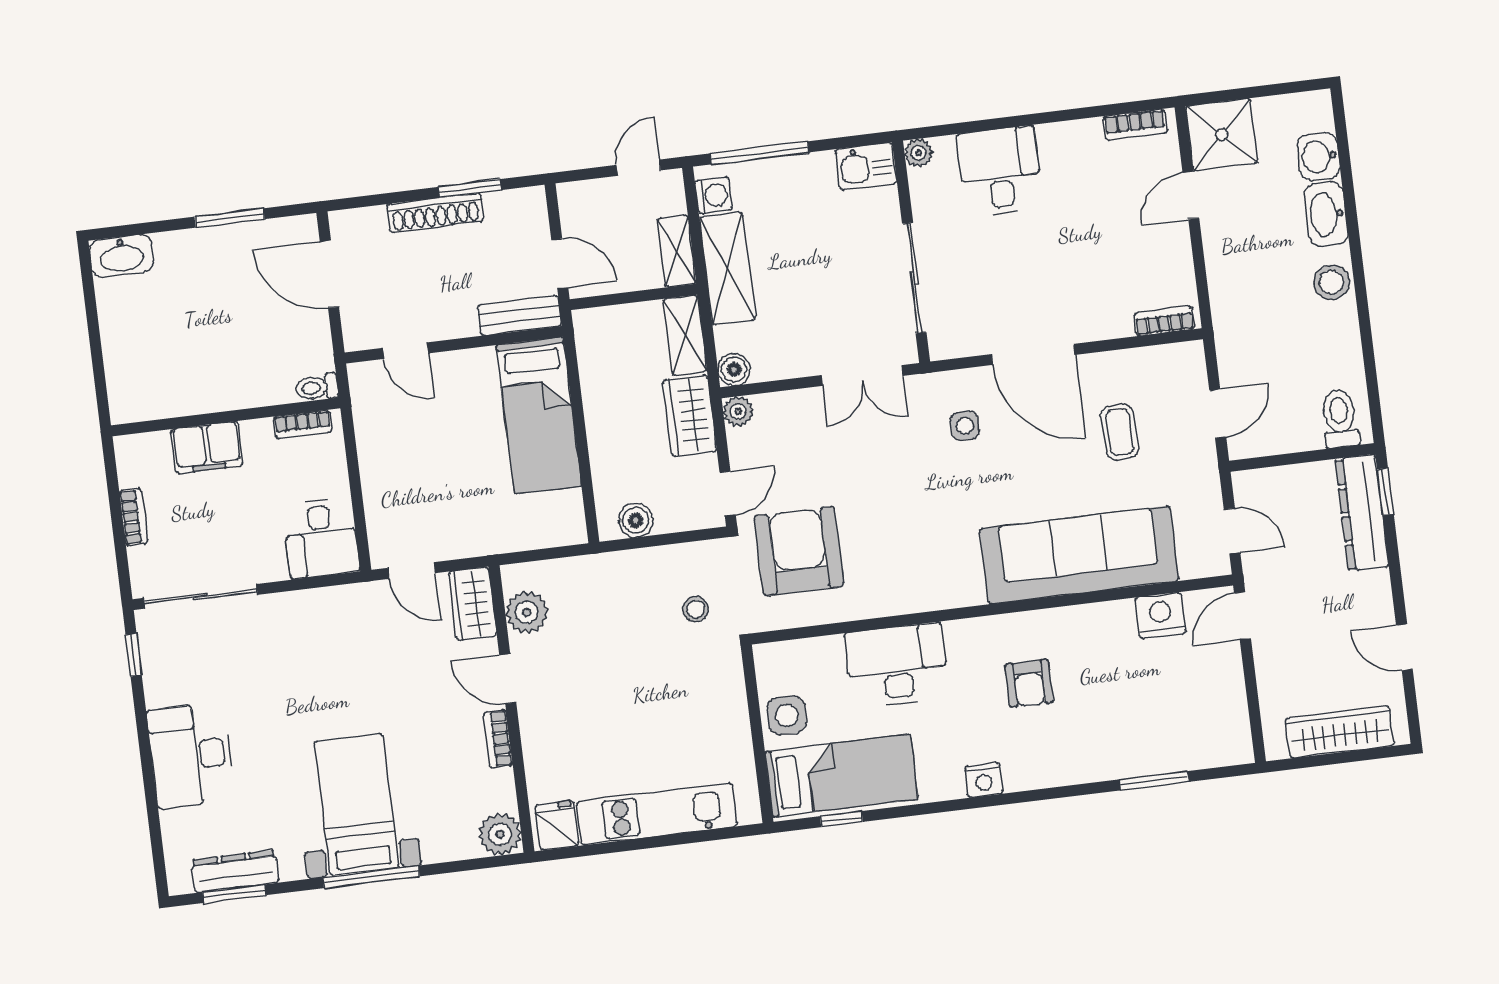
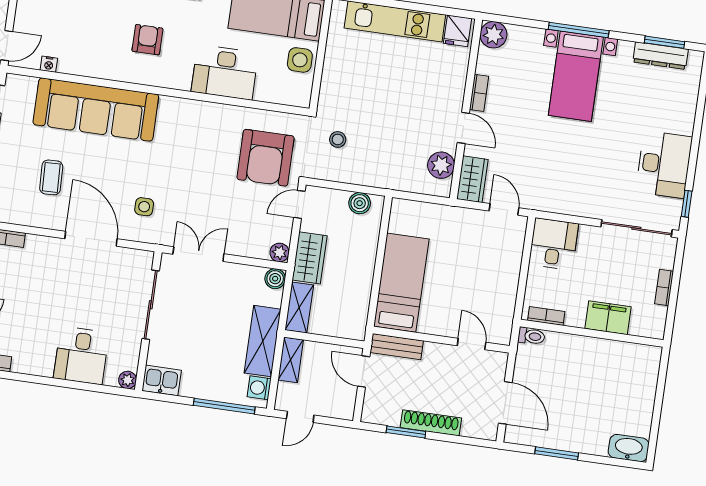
nightstand: (1160, 615) -> (49, 64), width x0.53, depth x0.56
desk: (191, 755) -> (664, 164), moved

